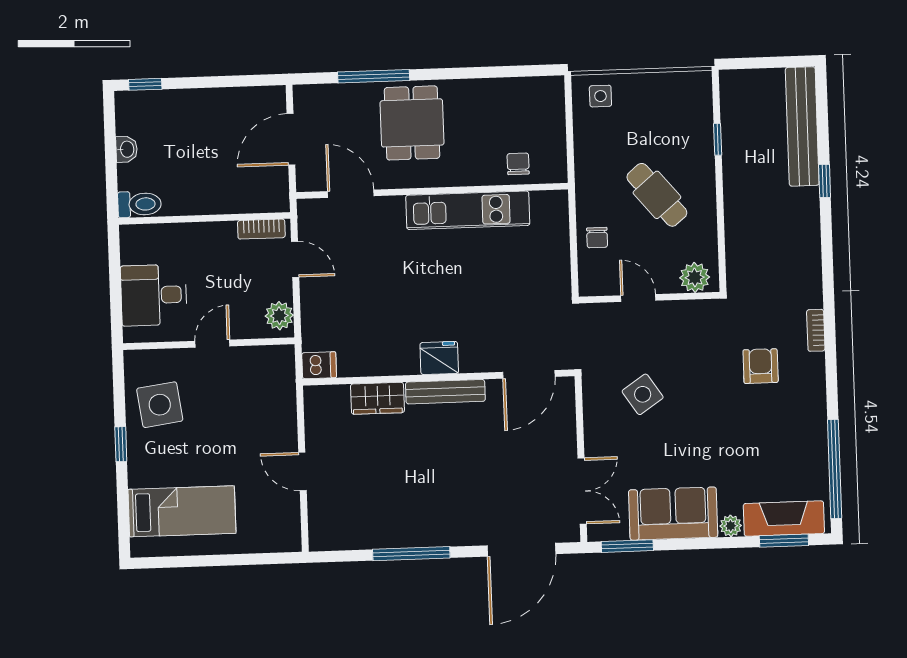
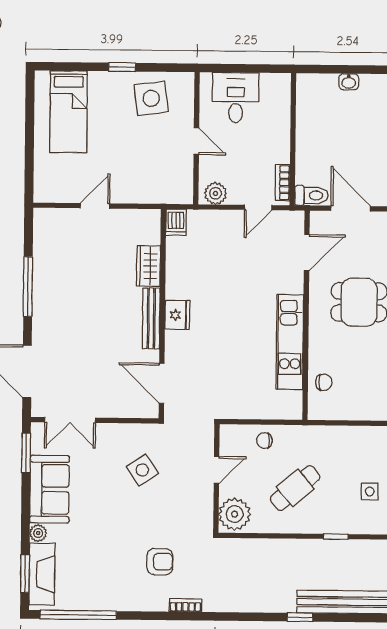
side table: (600, 96) -> (370, 491), moved
toilet: (139, 204) -> (311, 195), moved, turned -90
plant: (695, 277) -> (235, 514), width x1.36, depth x1.36

